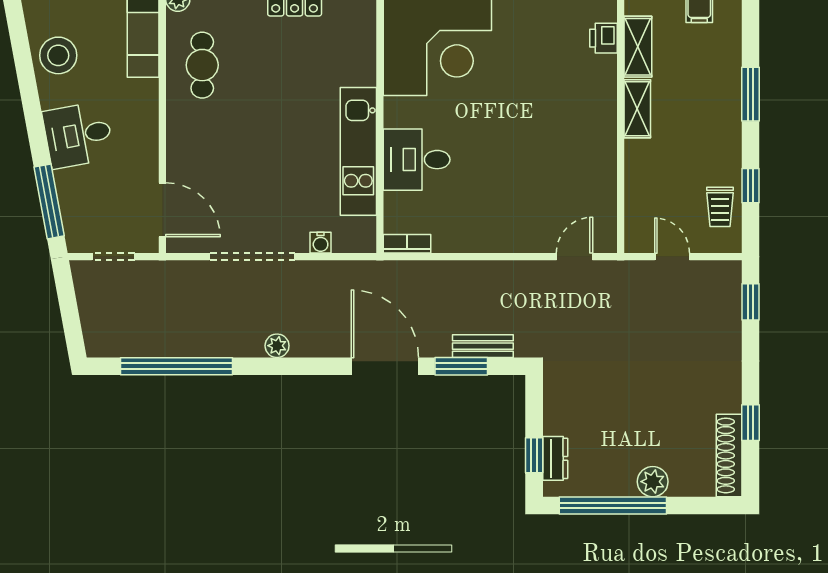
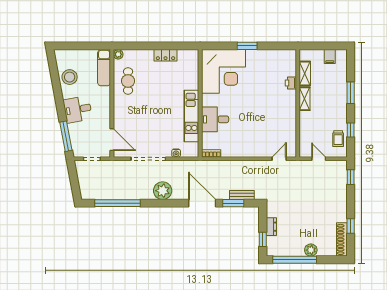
printer: (604, 38) -> (291, 83), moved
plant: (277, 346) -> (163, 191), width x1.88, depth x1.88
dresser: (555, 458) -> (271, 227), moved

